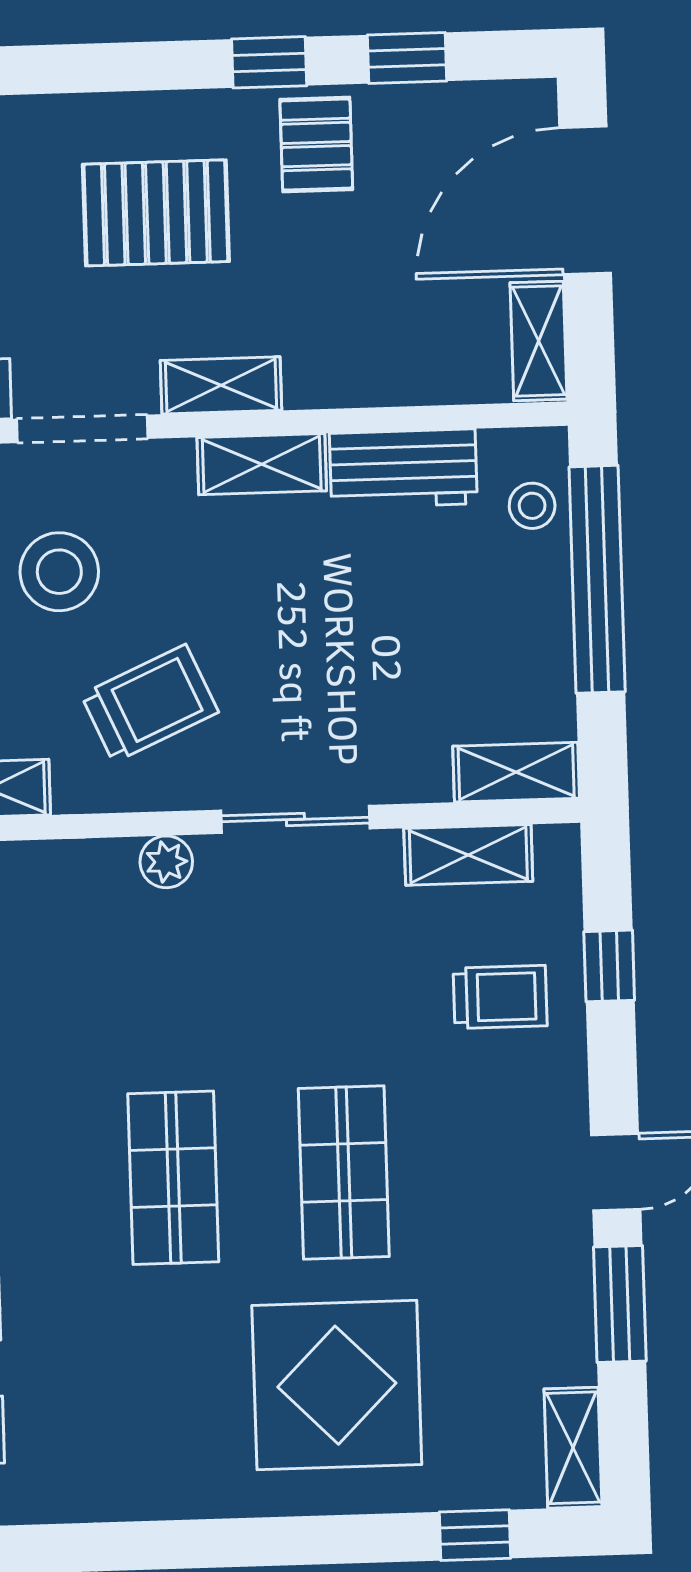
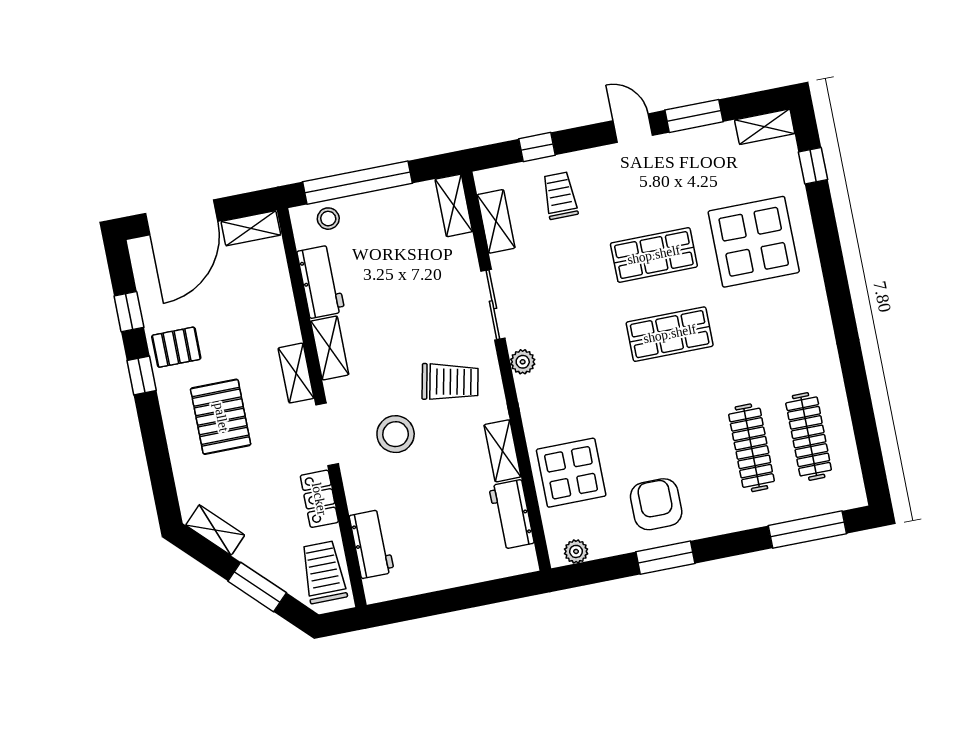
door: (585, 200) -> (182, 217), hinge flipped
trolley: (150, 703) -> (450, 382), turned 126

